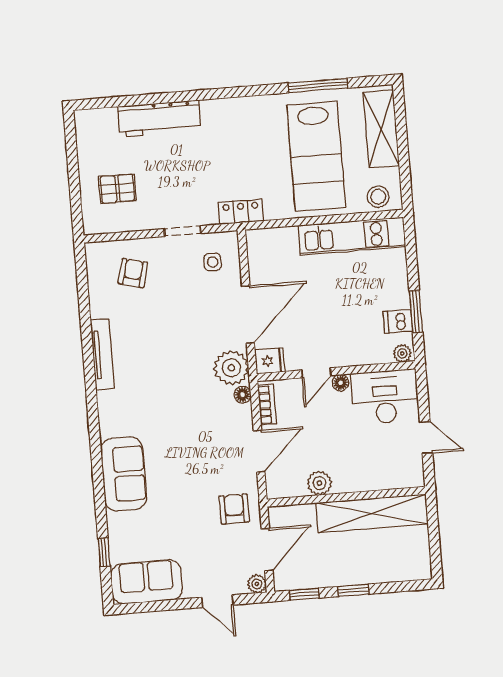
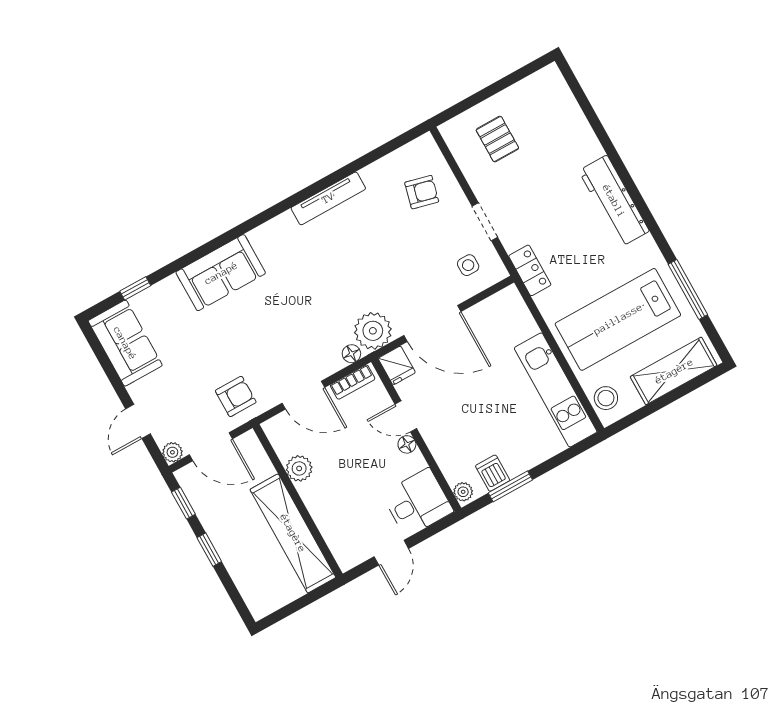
workbench: (159, 118) -> (614, 201), moved
desk: (385, 397) -> (418, 503), width x0.73

